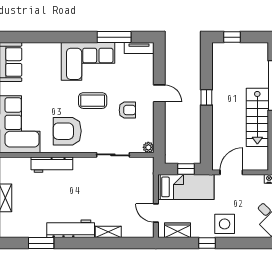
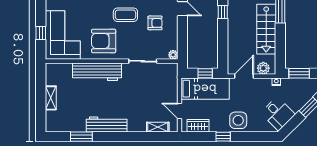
plant: (254, 163) -> (263, 68), added
workbench: (52, 165) -> (97, 72), width x1.36, depth x1.32
shelving: (108, 232) -> (158, 127), moved

